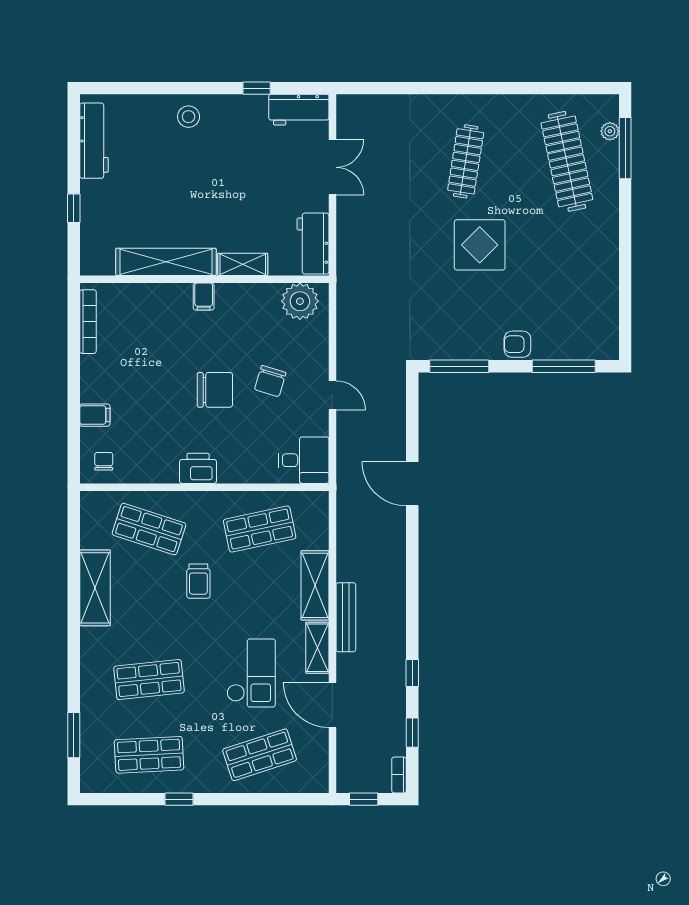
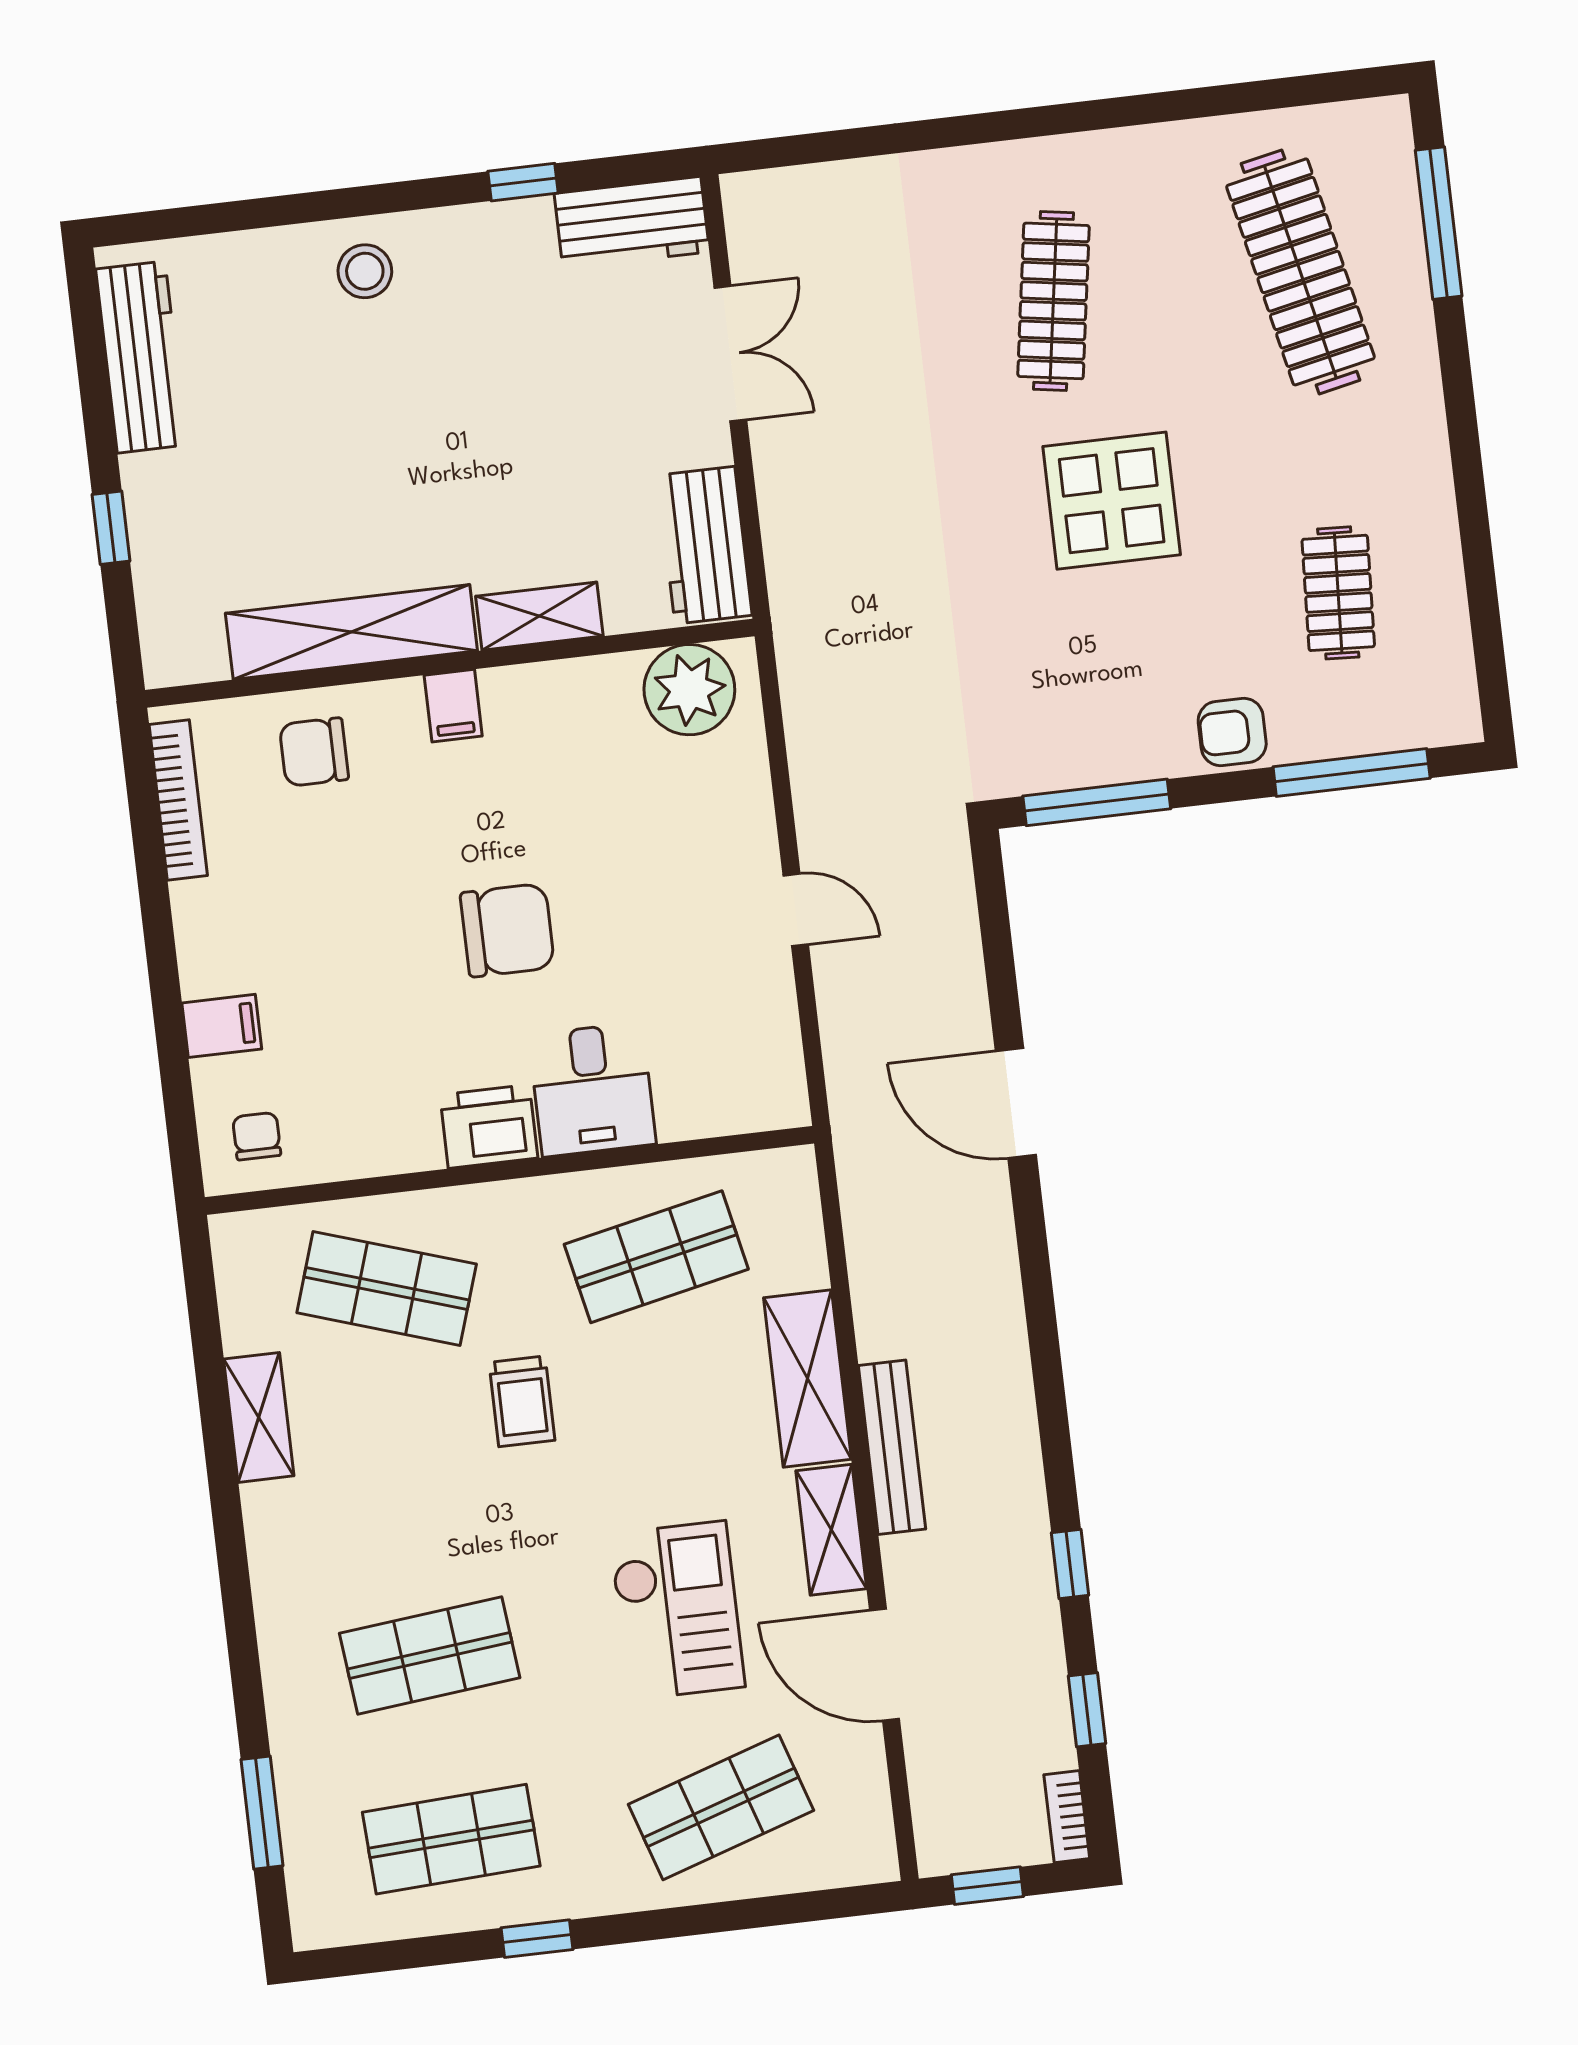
plant: (610, 131) -> (1397, 186), removed
clothes rail: (567, 293) -> (1338, 593), added
chair: (270, 381) -> (314, 752), moved, turned 73
desk: (304, 460) -> (592, 1089), moved, turned 90
shelving: (95, 588) -> (259, 1417), width x0.67, depth x0.75

